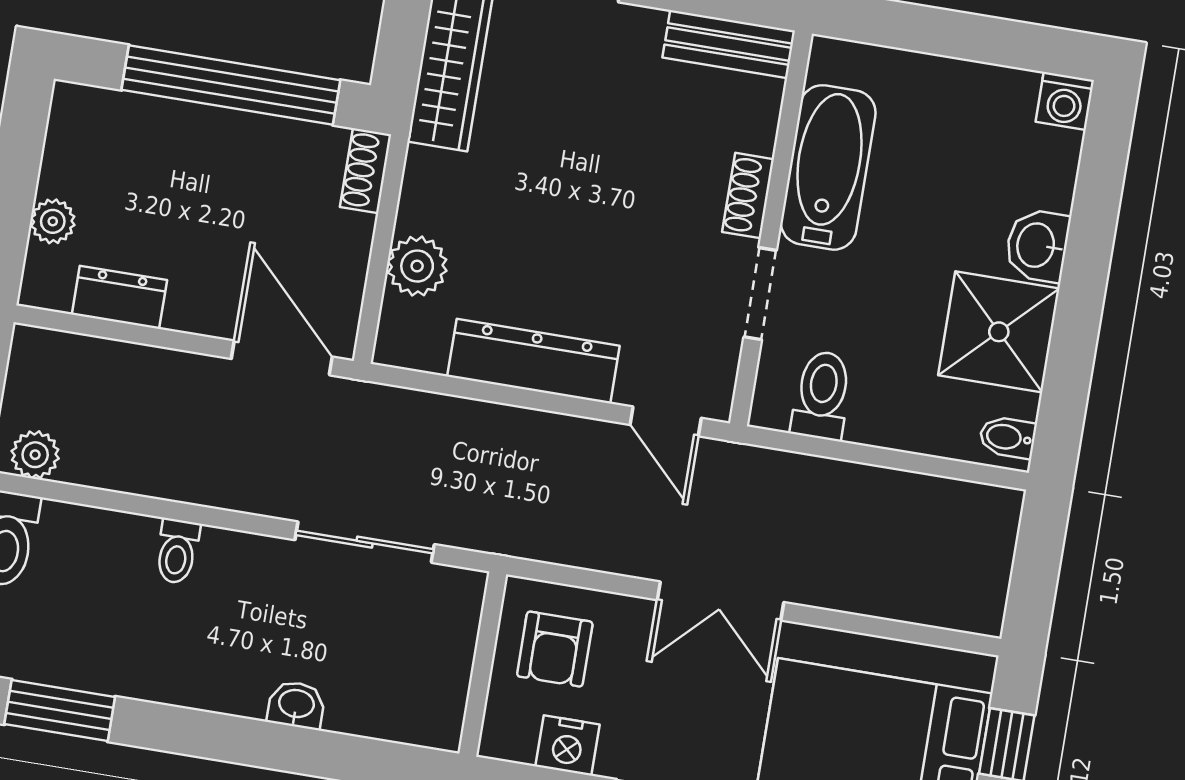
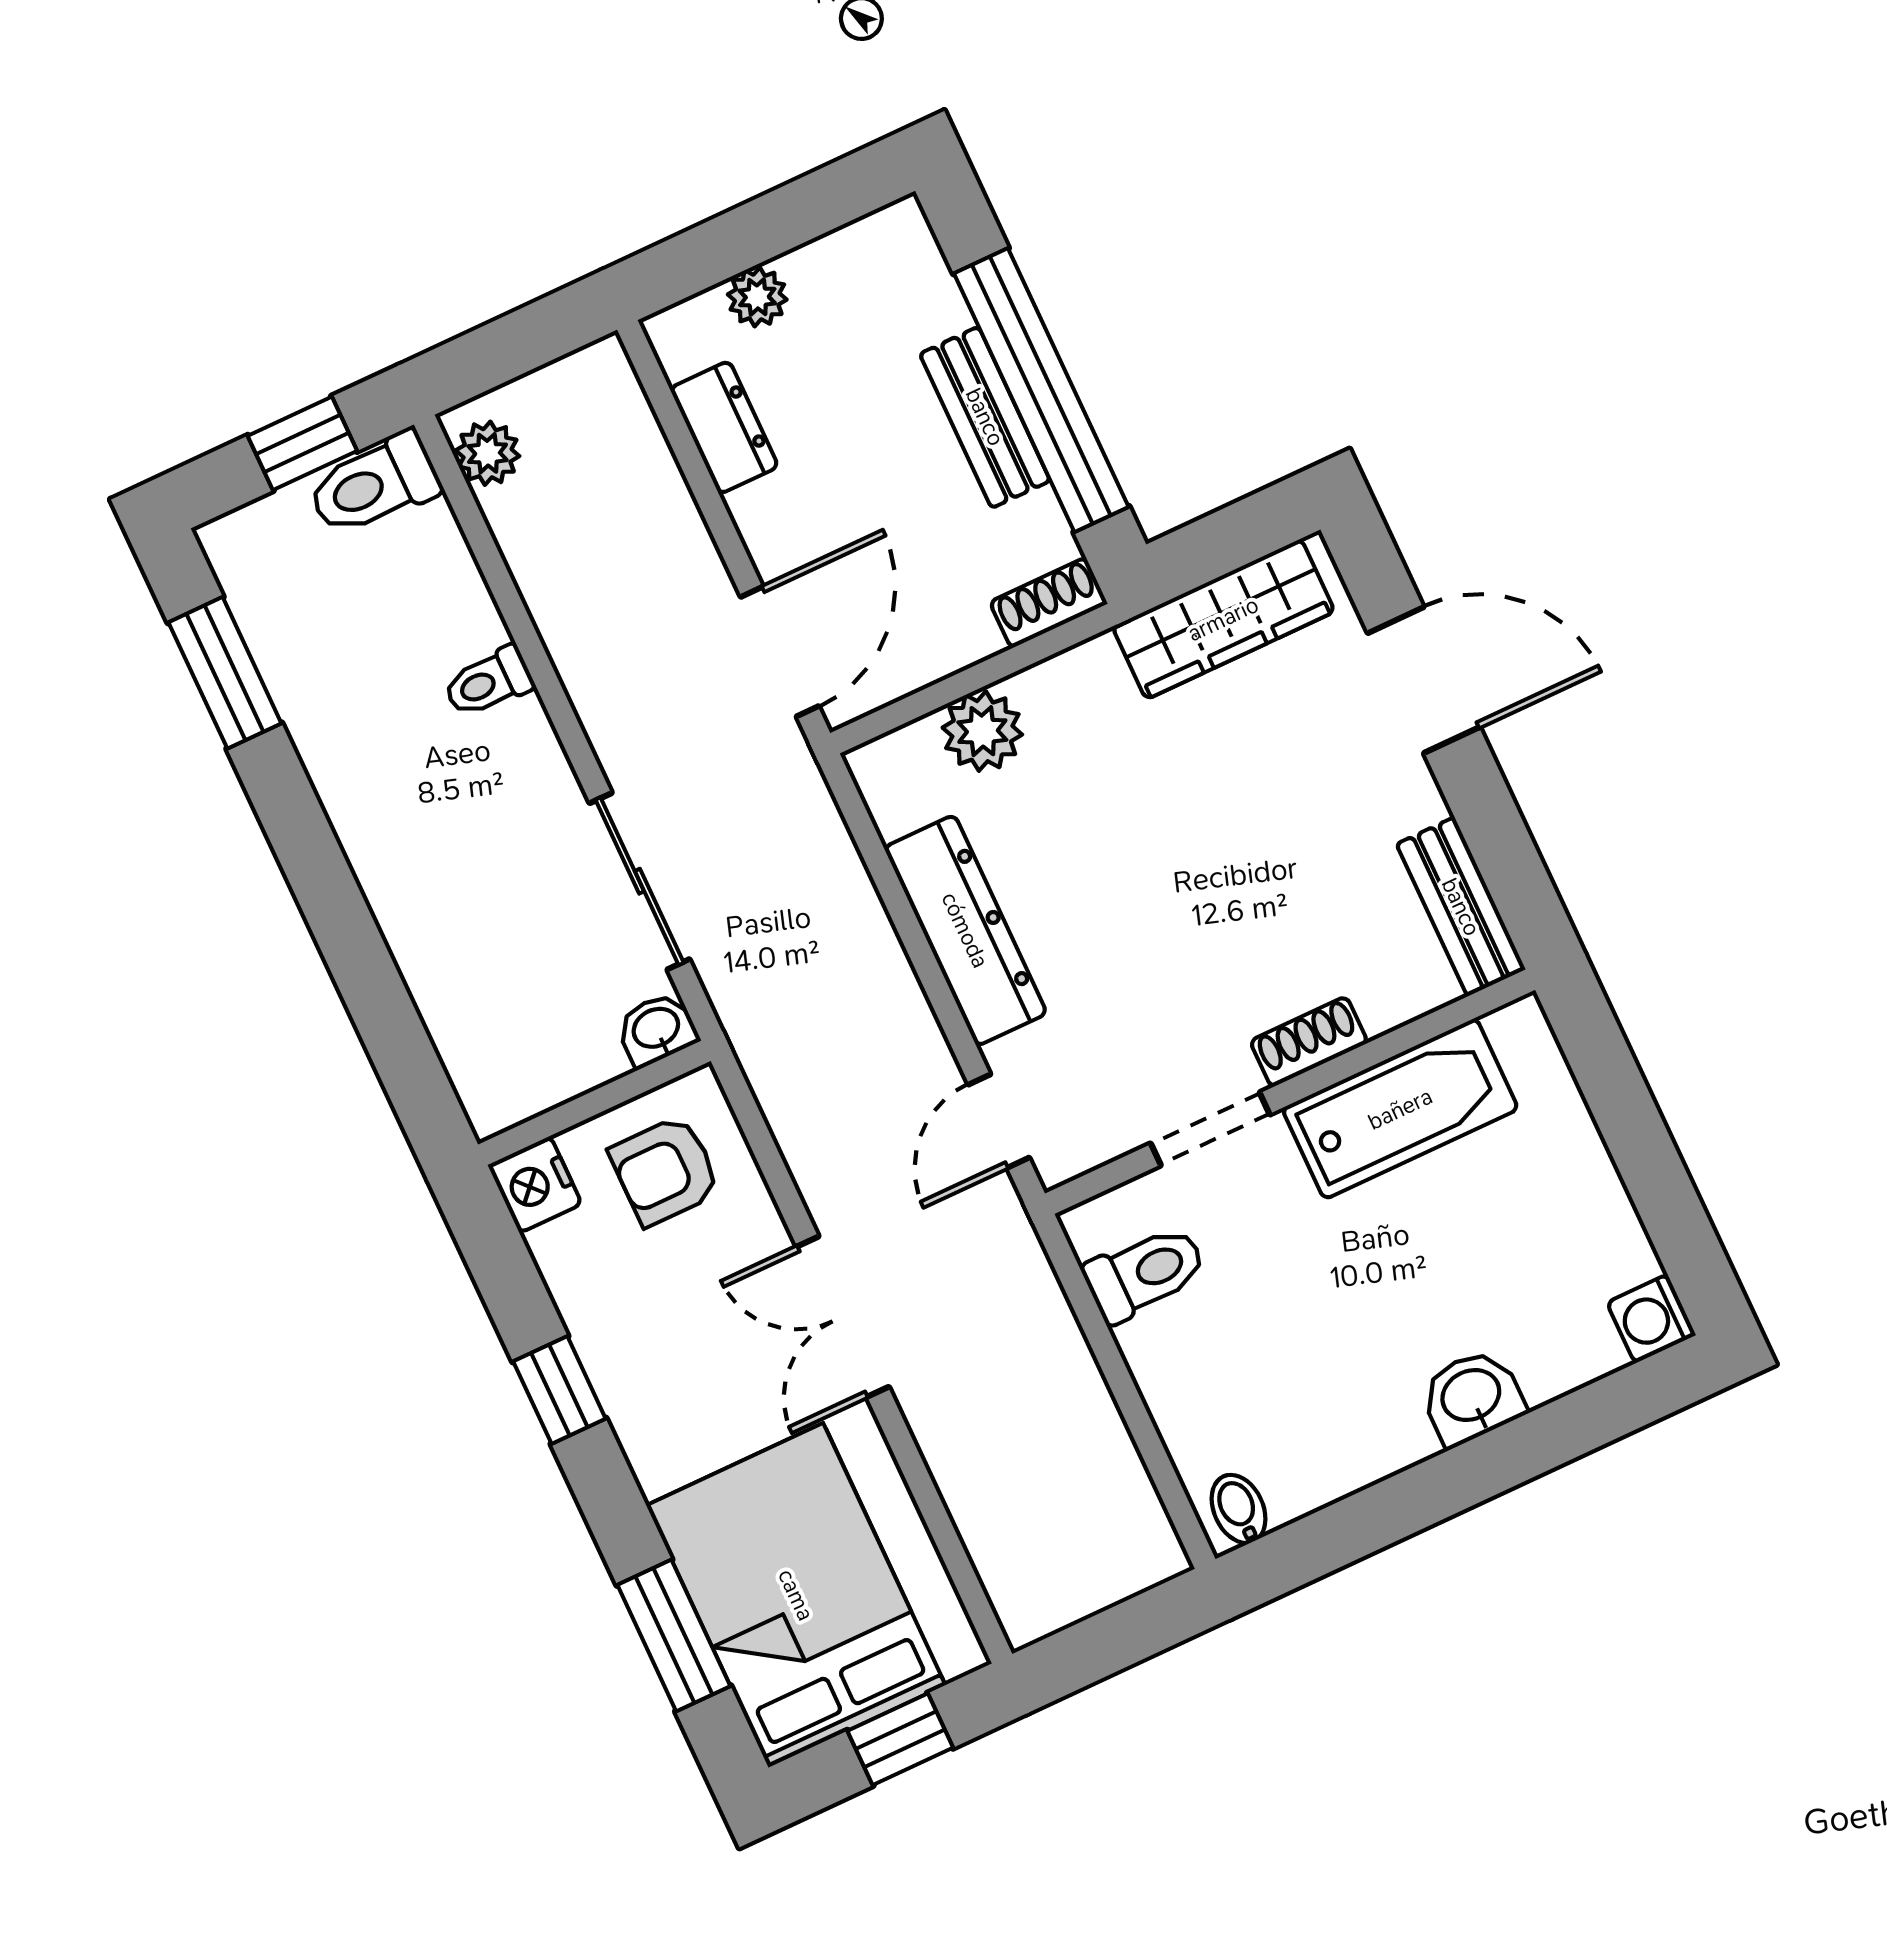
bench: (224, 131) -> (985, 417), added
shower: (999, 332) -> (1348, 1420), removed
washbasin: (296, 705) -> (657, 1029), moved, turned -90
nightstand: (567, 745) -> (535, 1185), moved

